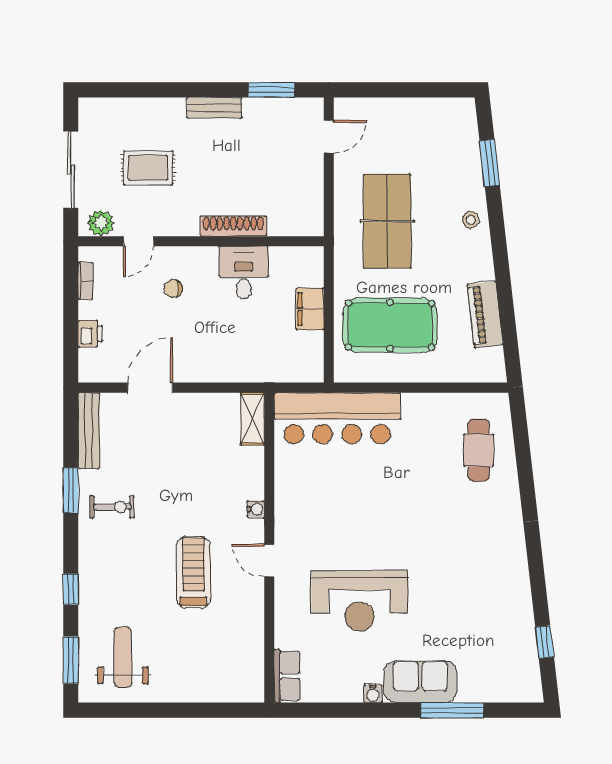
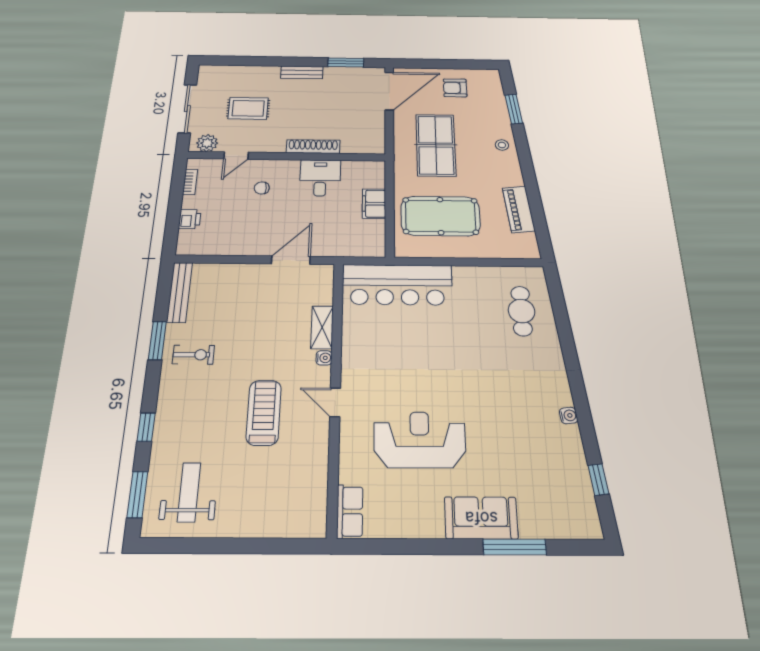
armchair: (415, 130) -> (455, 88), added
door: (329, 137) -> (389, 91), width x1.88
door: (150, 388) -> (291, 260), moved
shelving: (252, 419) -> (322, 327), moved
reception desk: (359, 601) -> (420, 440), turned 180
water cooler: (373, 694) -> (569, 416), moved, turned -97

